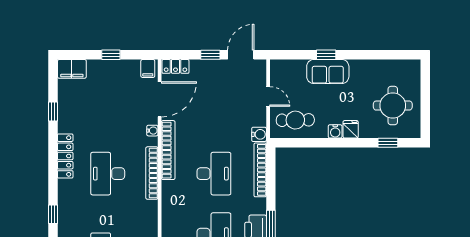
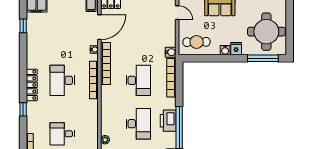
door: (268, 96) -> (177, 13), moved
round table: (393, 106) -> (266, 32), width x1.36, depth x1.36
window: (53, 111) -> (23, 26), moved
window: (388, 143) -> (263, 58), width x2.17
locker: (65, 156) -> (32, 85), moved

